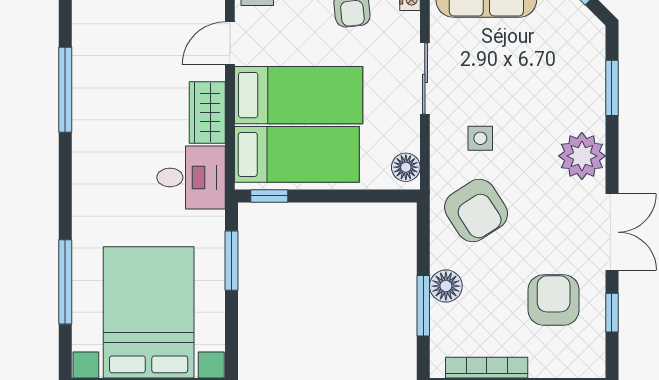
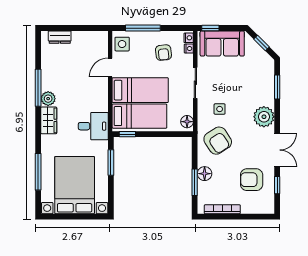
wardrobe: (207, 112) -> (49, 120), moved, turned 180
plant: (88, 114) -> (48, 99), added
armchair: (554, 300) -> (252, 180), turned -90

